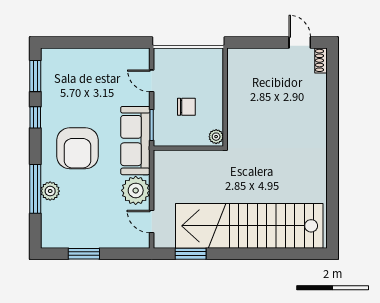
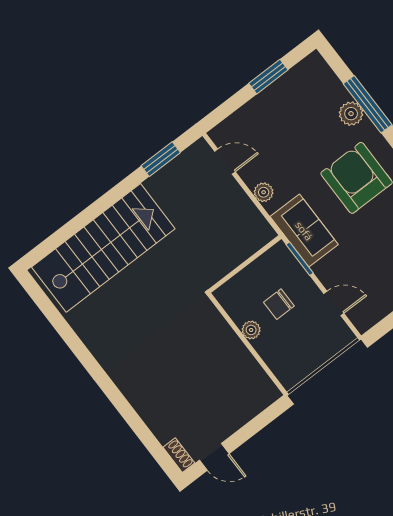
plant: (216, 137) -> (251, 330), moved
sofa: (135, 141) -> (304, 231), width x0.73
plant: (136, 190) -> (264, 192), width x0.53, depth x0.53
stairs: (249, 226) -> (103, 248), width x0.73

